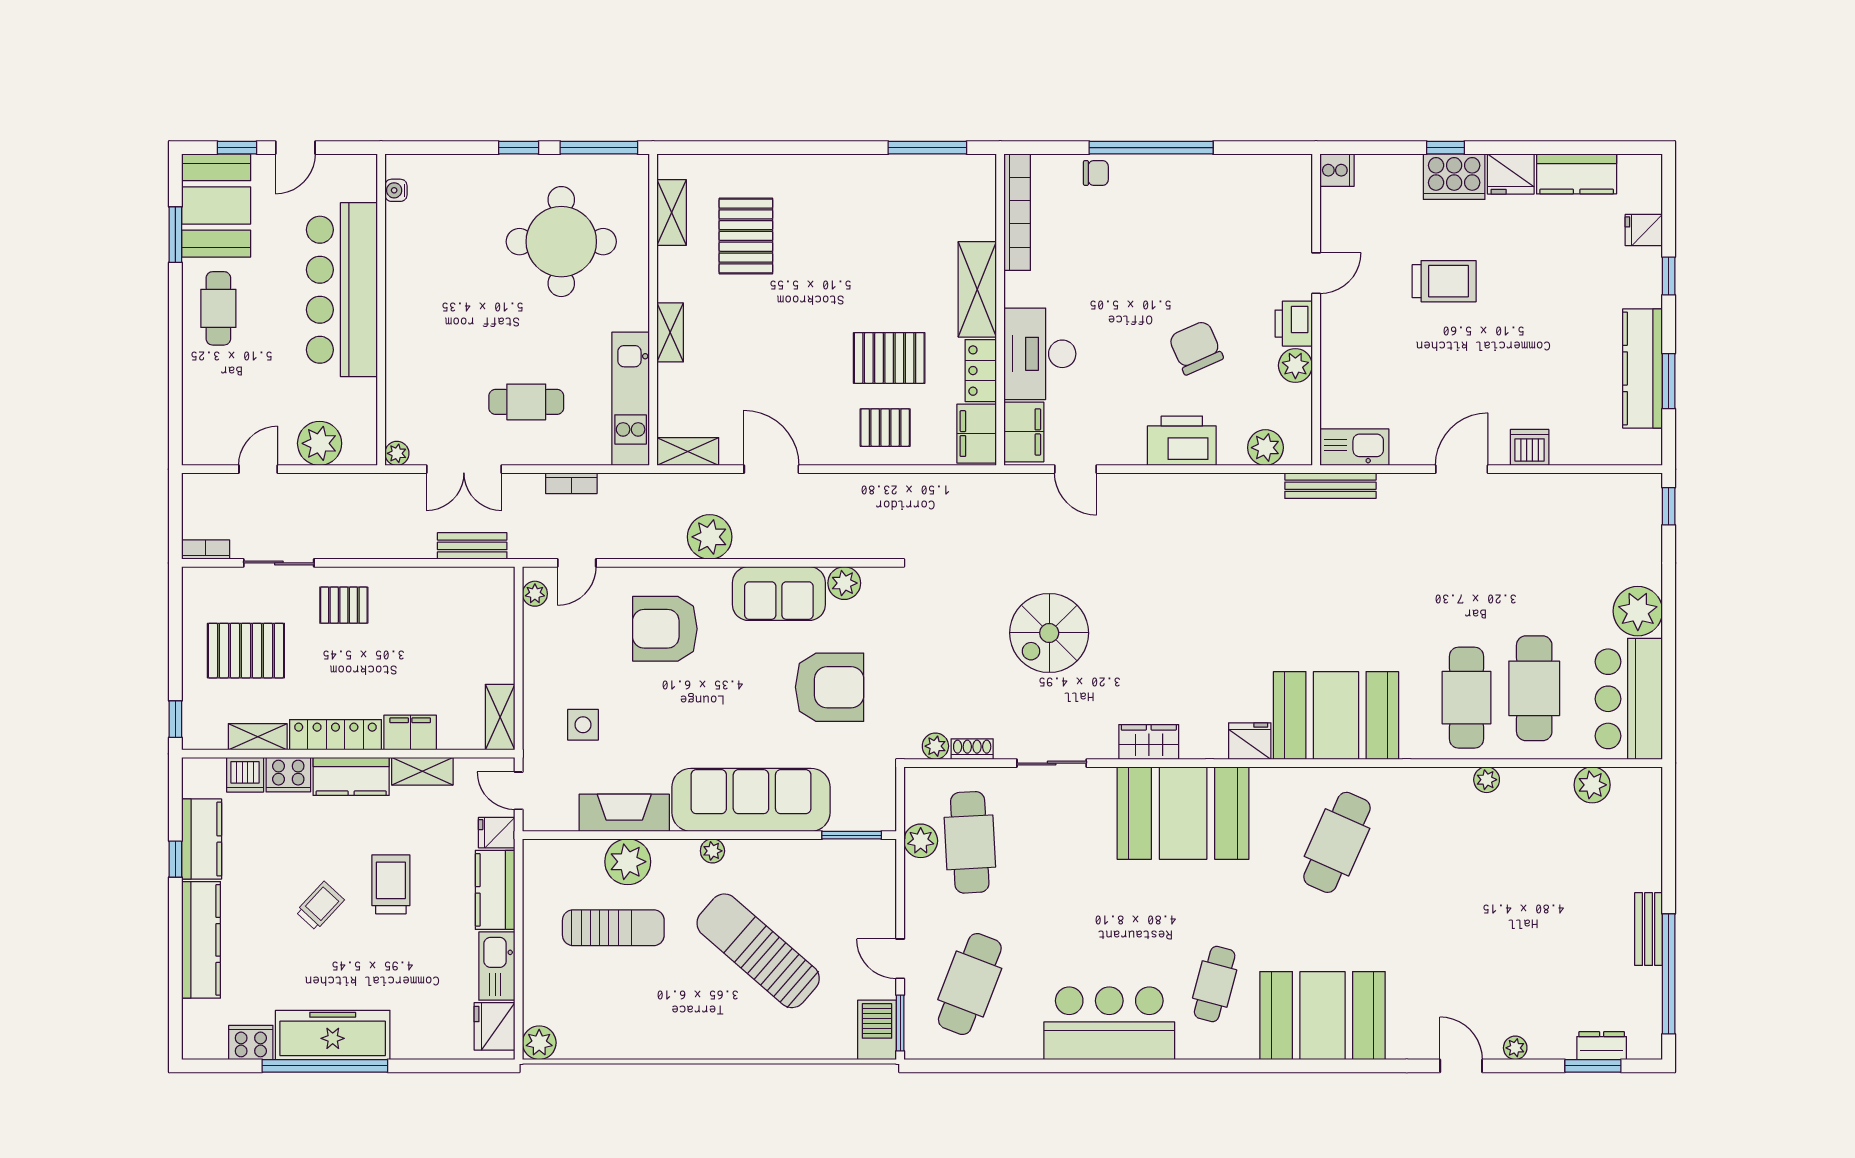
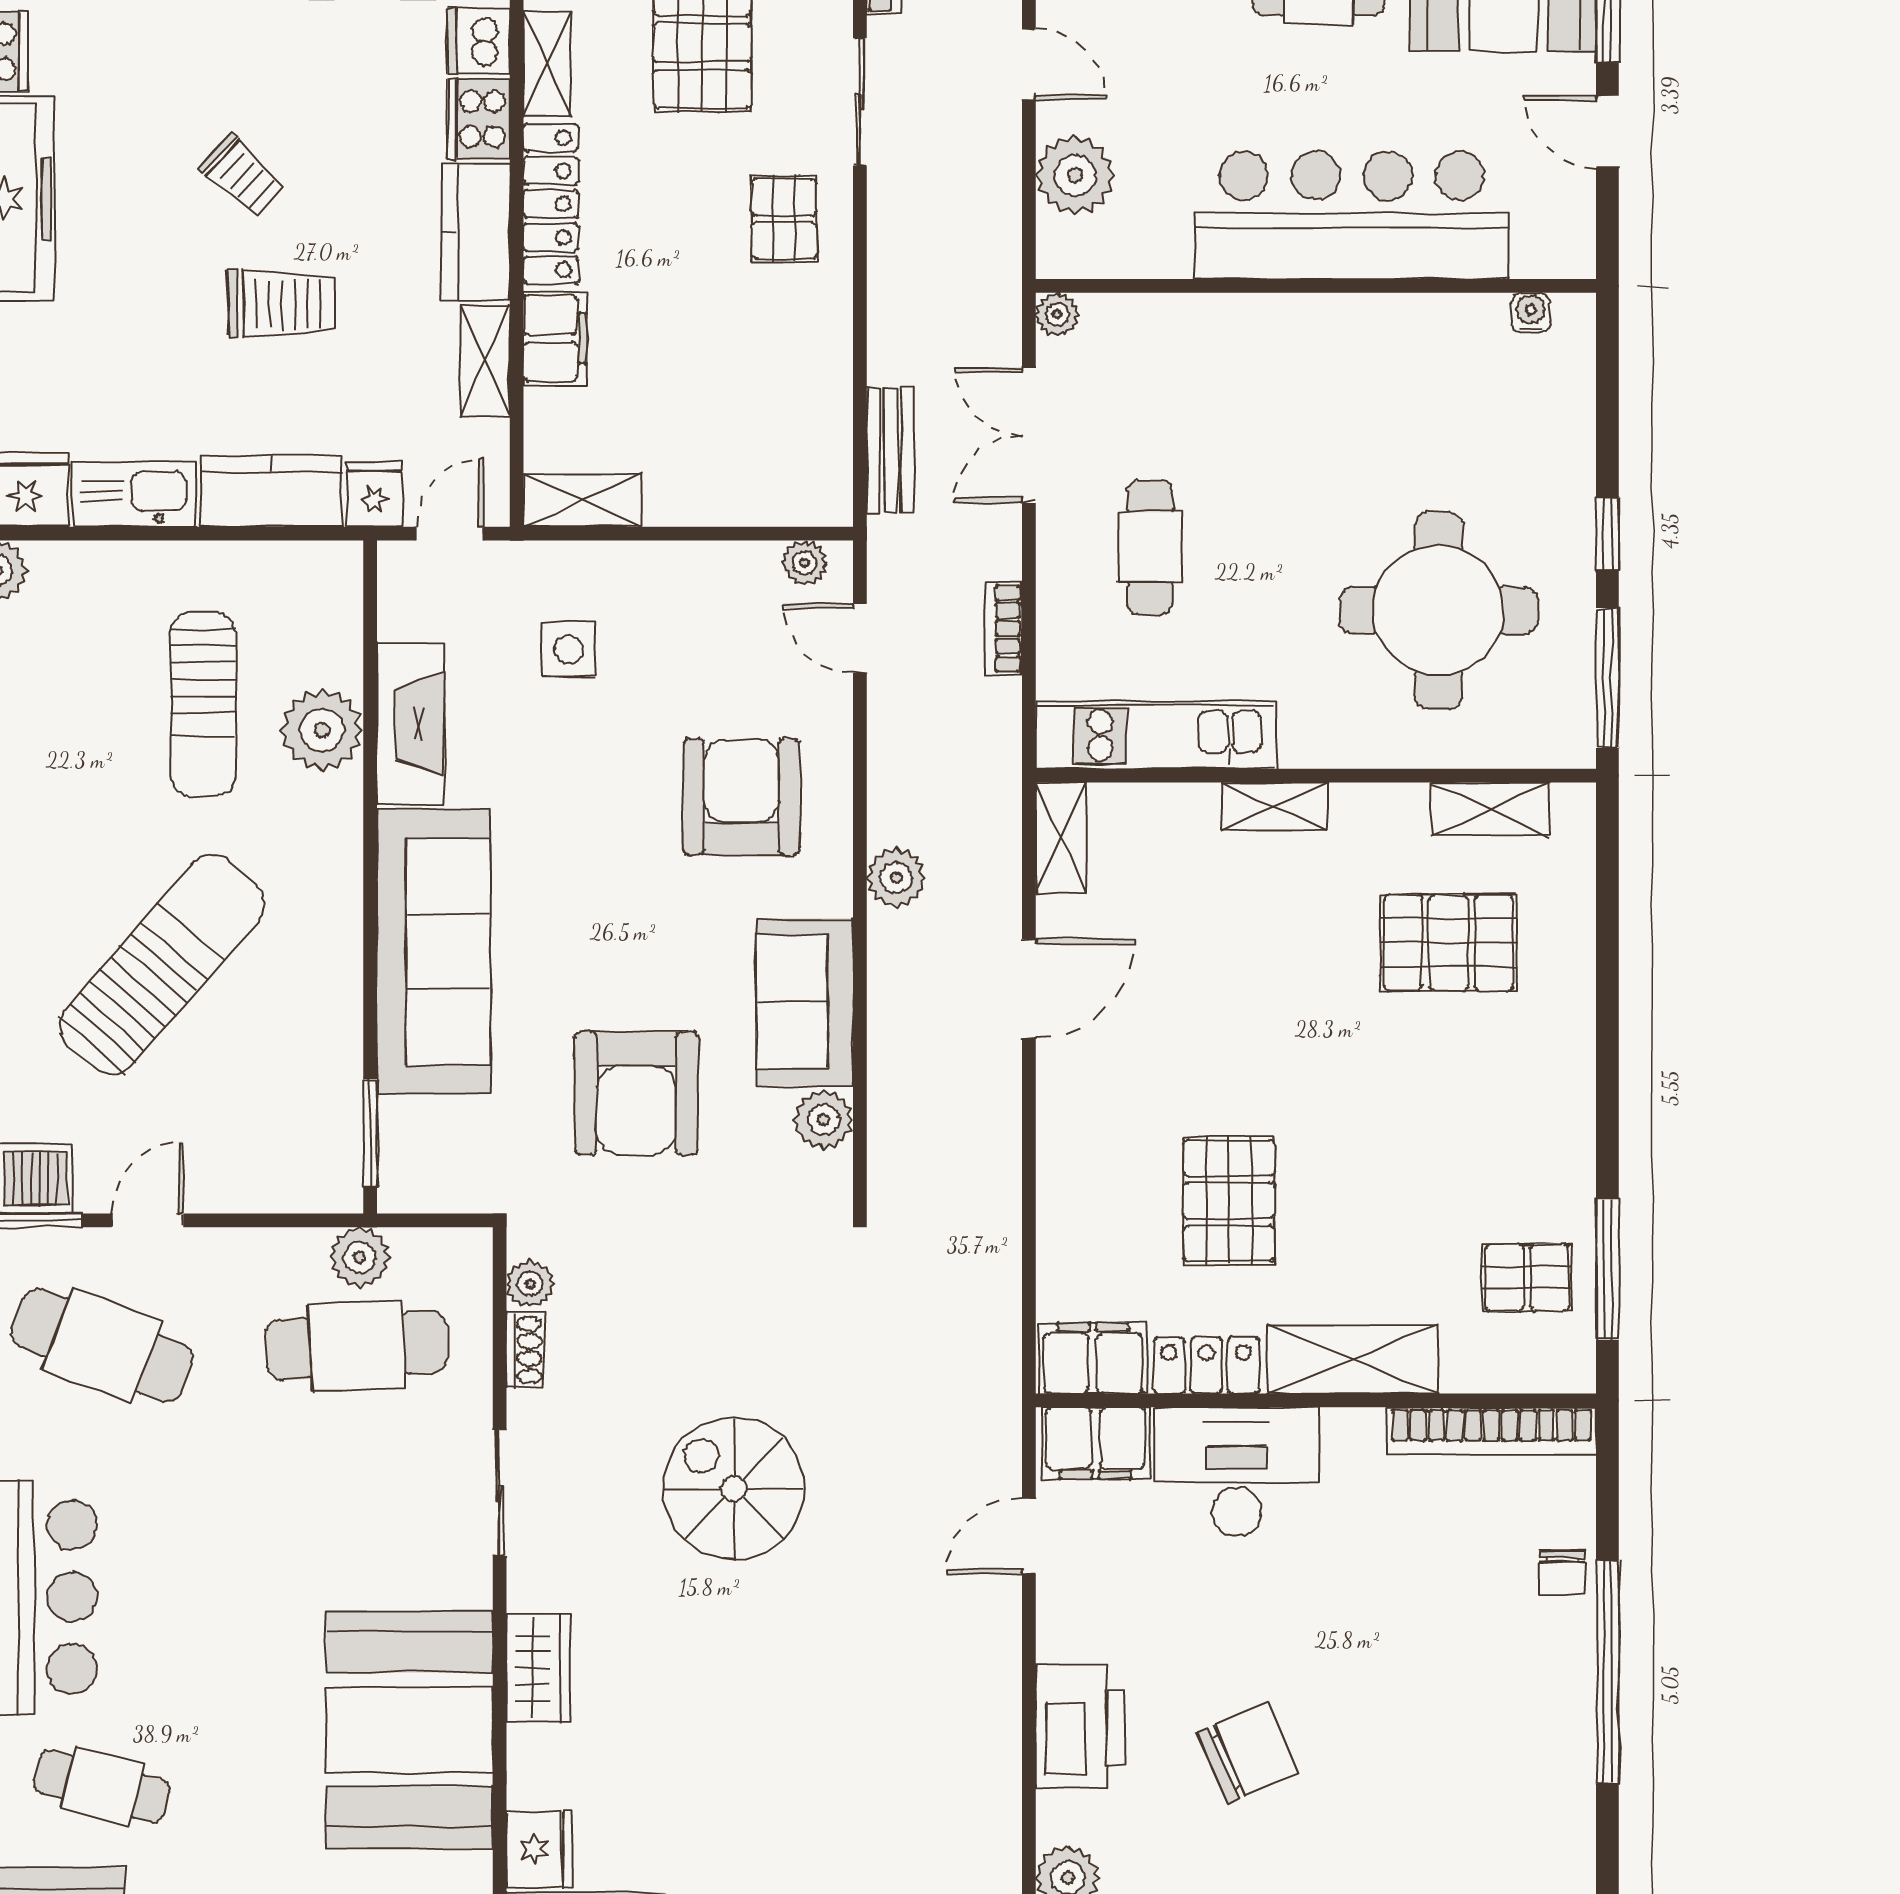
pallet: (885, 428) -> (1527, 1278), moved, turned 90
plant: (710, 537) -> (896, 877), width x0.73, depth x0.73
plant: (712, 851) -> (342, 882), removed

